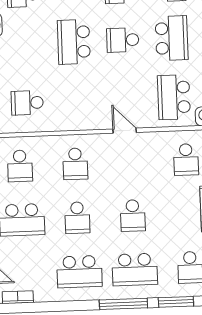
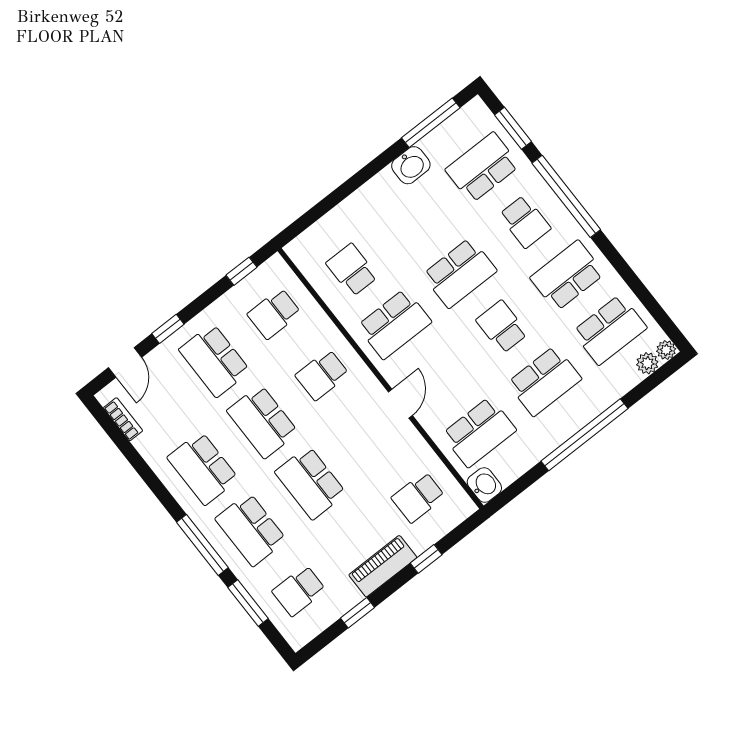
school desk: (74, 42) -> (460, 273), turned 180
school desk: (174, 97) -> (479, 432), turned 180
school desk: (76, 101) -> (394, 324), added
school desk: (133, 216) -> (311, 483), width x1.85
school desk: (77, 218) -> (263, 422), width x1.85

